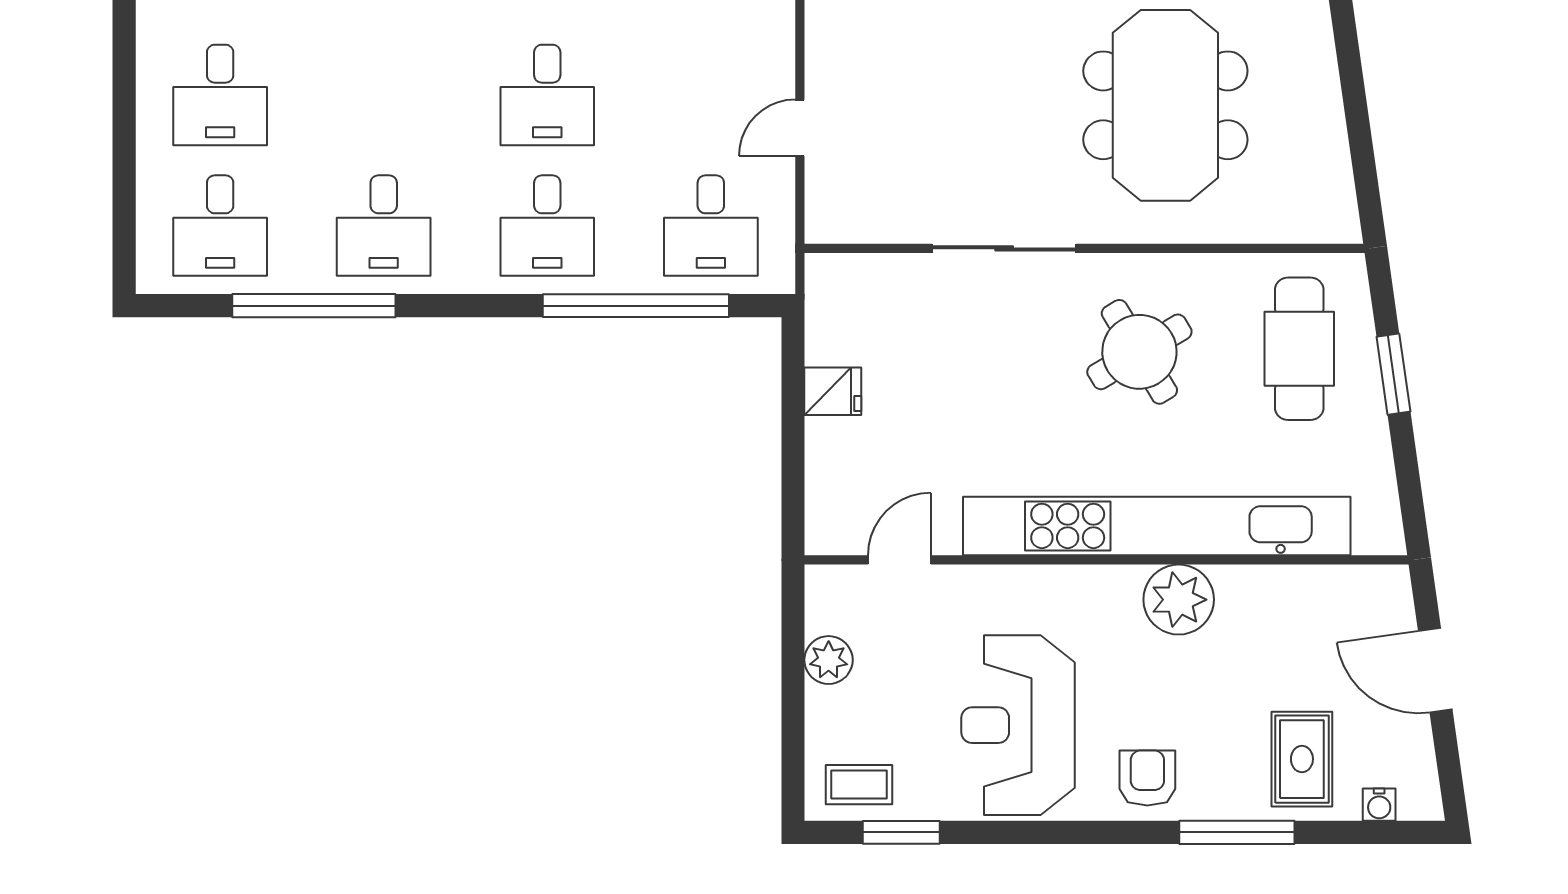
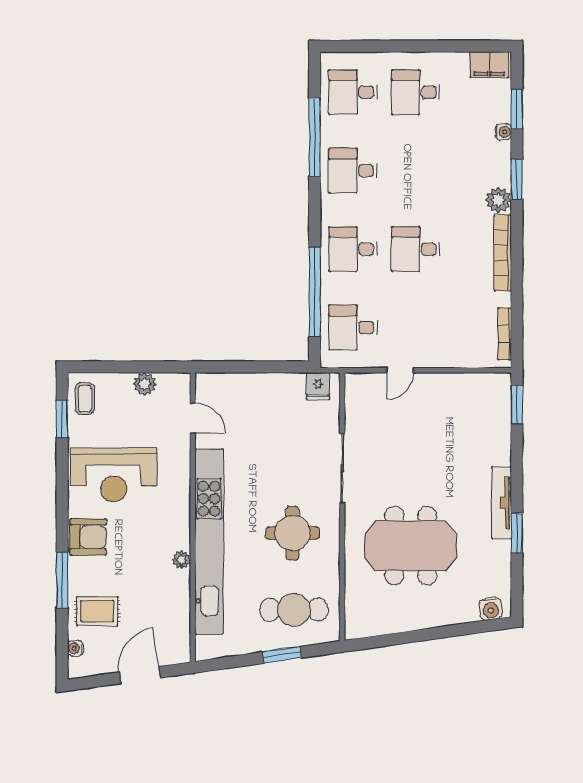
door: (800, 128) -> (400, 370), swing flipped
round table: (1139, 352) -> (292, 533), turned 31
fridge: (833, 391) -> (318, 386), moved
plant: (1179, 600) -> (182, 560), width x0.53, depth x0.53
reception desk: (1018, 725) -> (113, 475), turned 180
armchair: (1147, 778) -> (88, 537), width x1.38, depth x1.38

